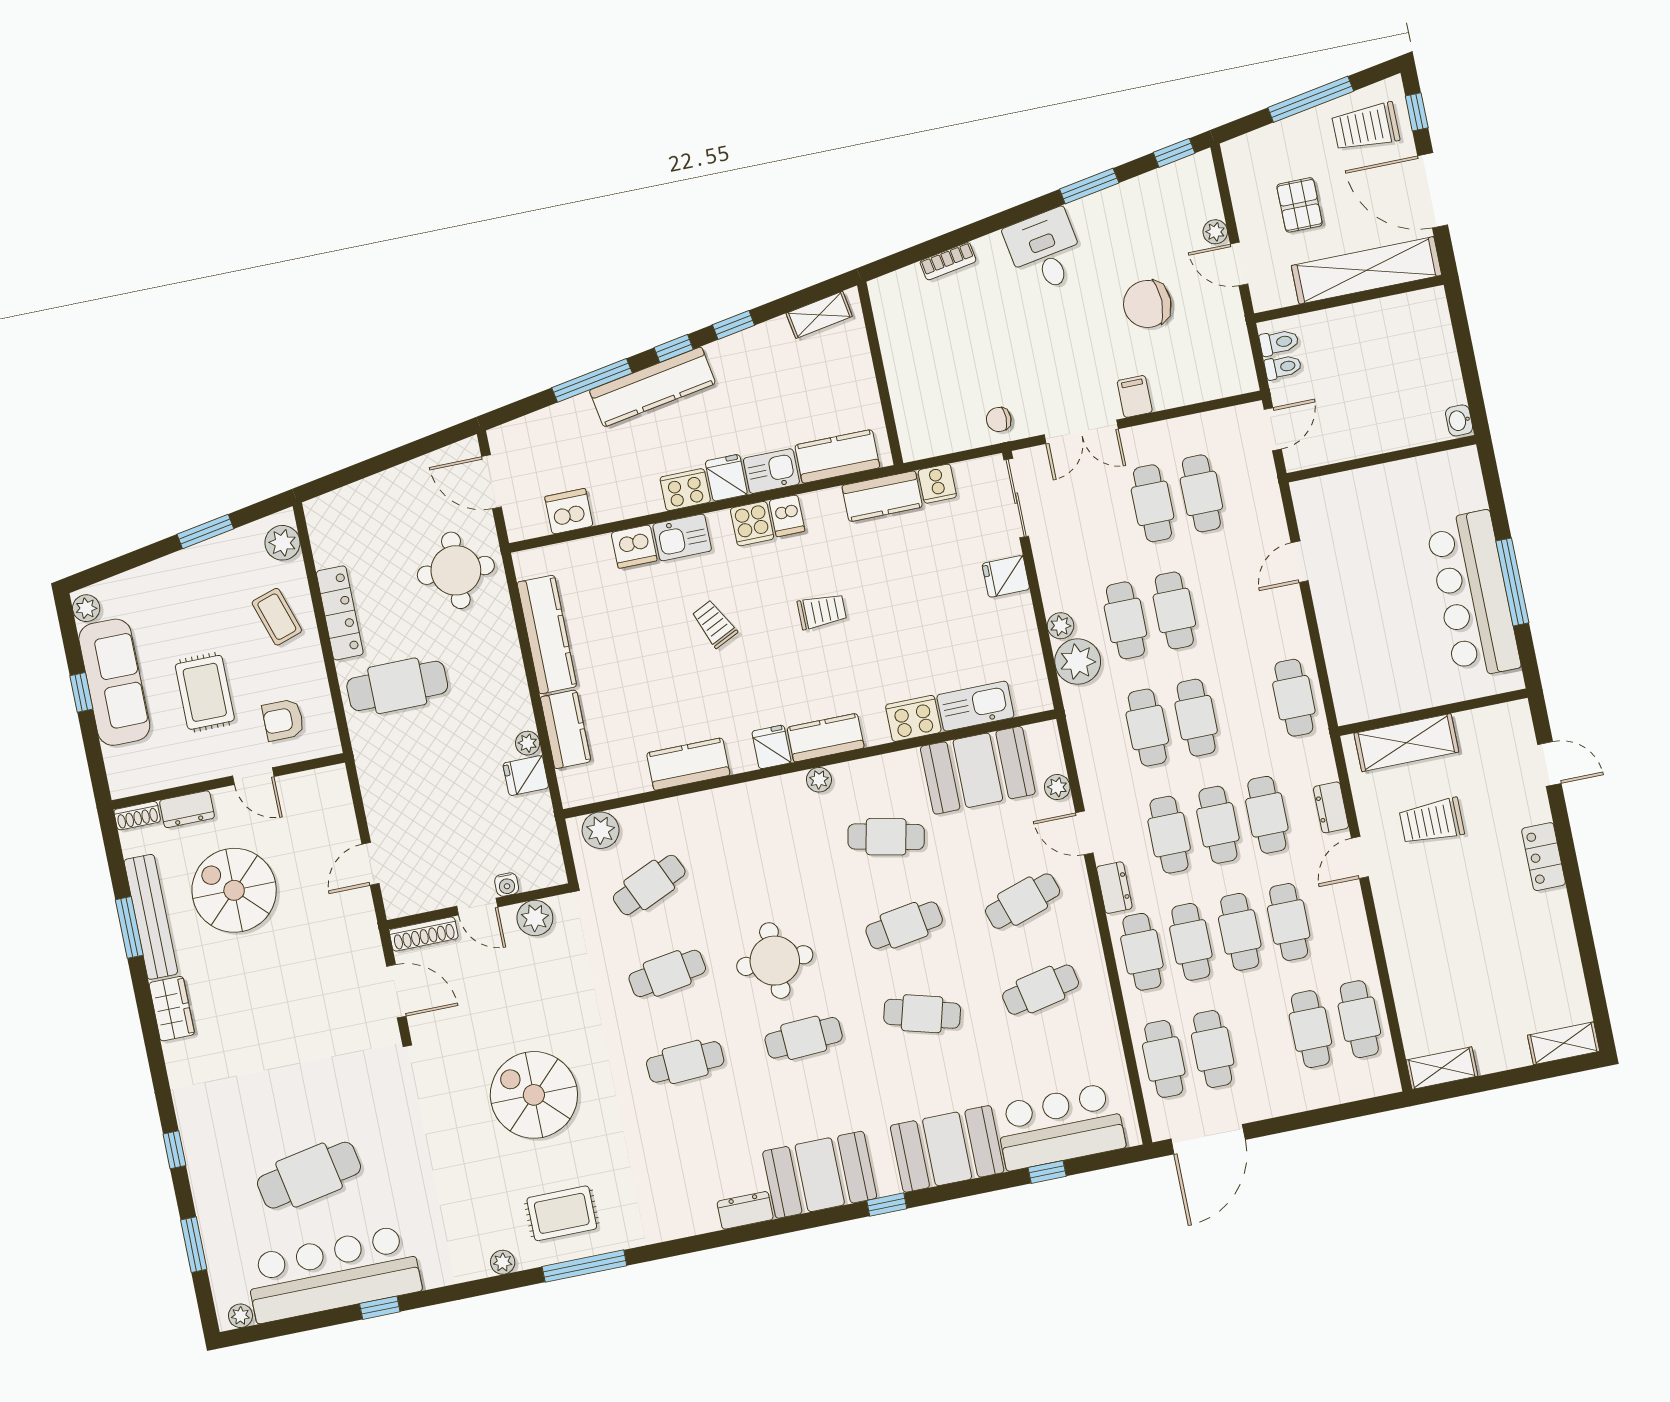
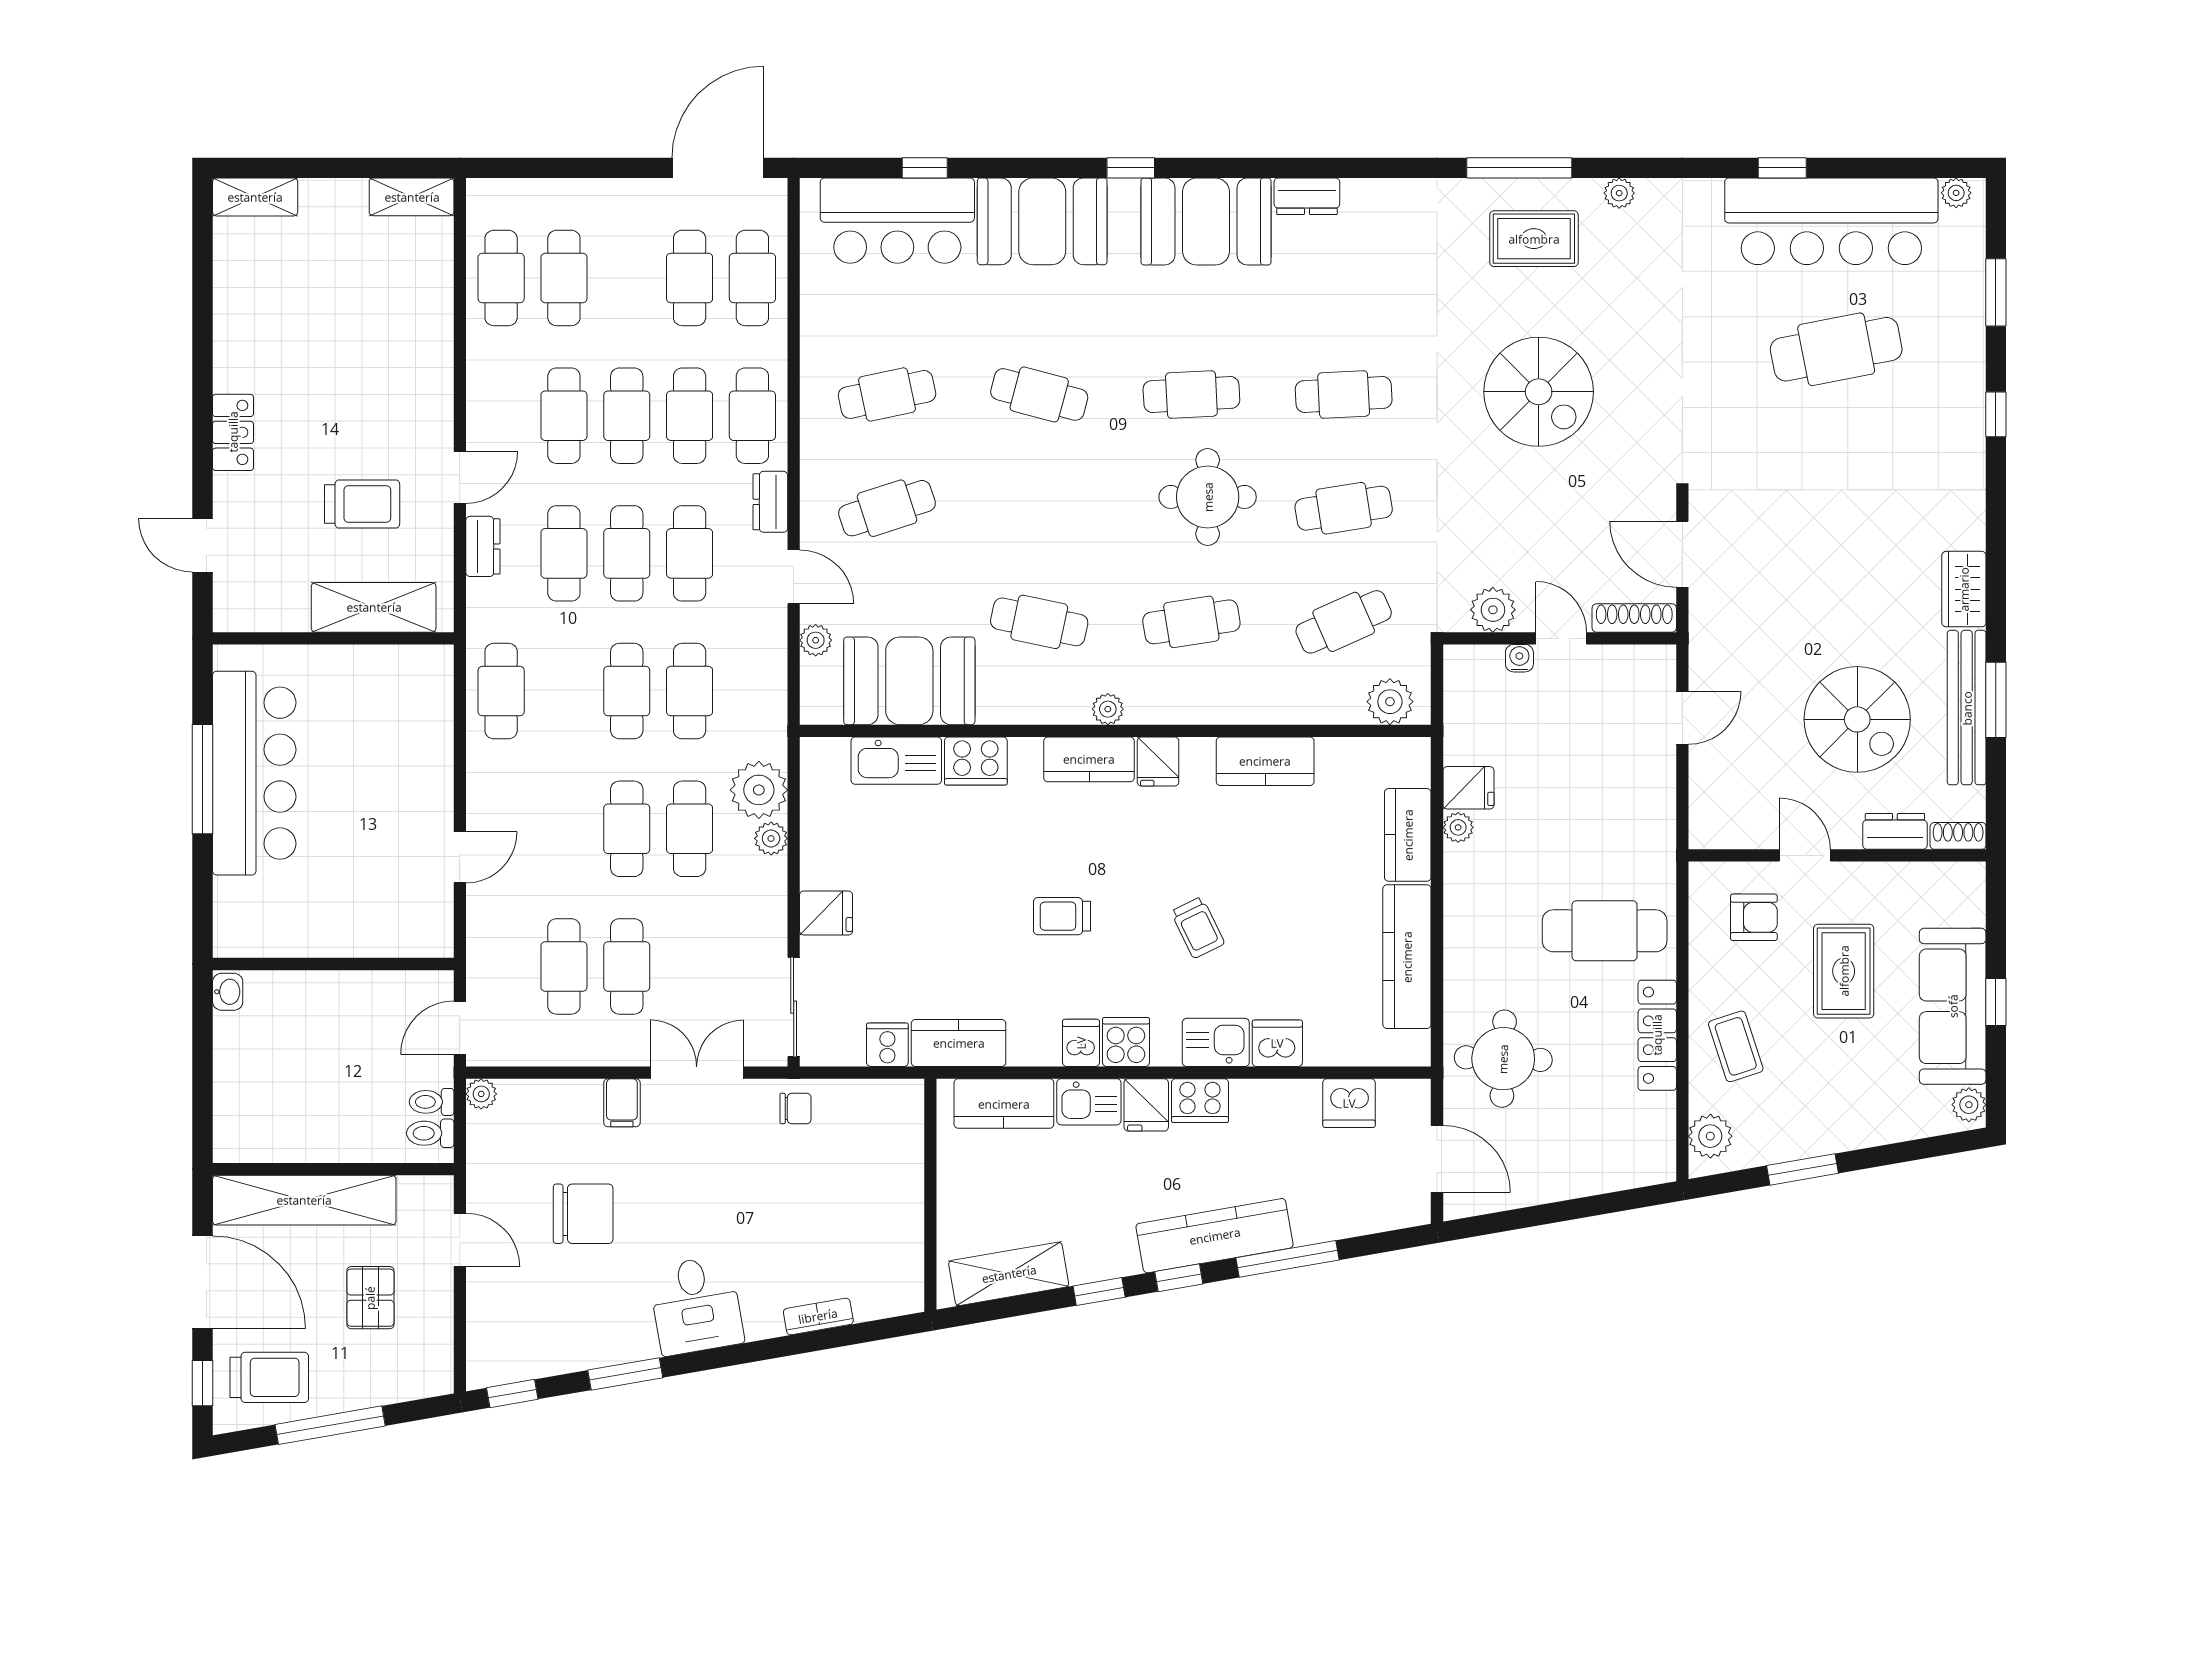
plant: (1215, 232) -> (481, 1094), moved
shelving: (819, 315) -> (1009, 1274), width x1.50, depth x1.33
cafe table: (904, 925) -> (1191, 622), moved

